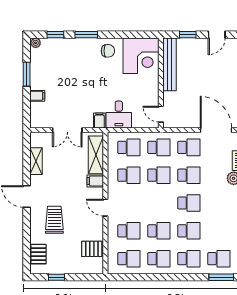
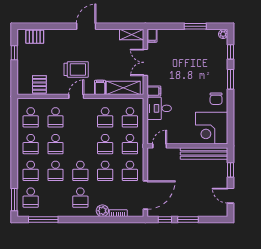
filing cabinet: (37, 96) -> (152, 36), moved
shelving: (36, 161) -> (132, 35), moved
school desk: (219, 203) -> (80, 198), added
trolley: (54, 220) -> (76, 69), moved

